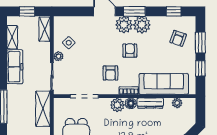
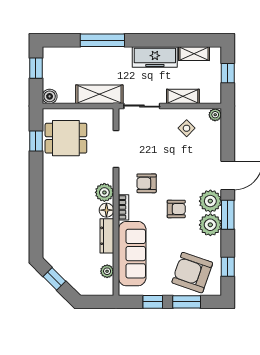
shelving: (45, 29) -> (183, 96), moved
armchair: (178, 38) -> (192, 273), width x1.88, depth x1.88
plant: (58, 56) -> (215, 115), moved

